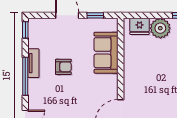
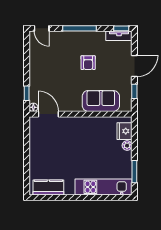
plant: (160, 28) -> (127, 146), width x0.53, depth x0.53
tv unit: (33, 63) -> (119, 36), moved

